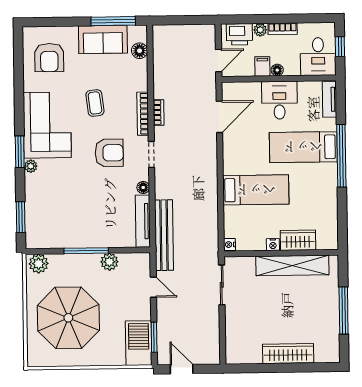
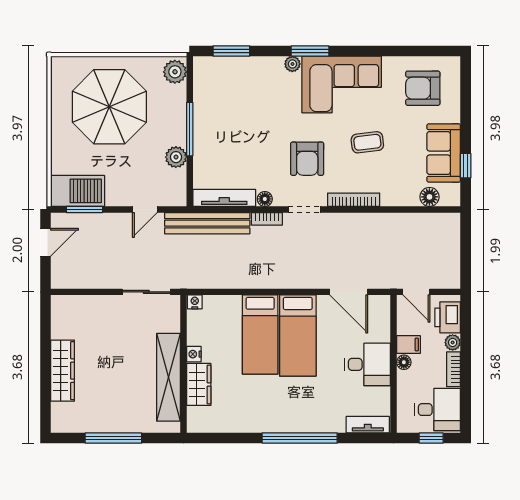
window: (113, 21) -> (466, 166), width x0.46
desk: (318, 57) -> (438, 410), moved, turned 180
bookcase: (159, 112) -> (267, 219), moved
bed: (303, 147) -> (298, 336), moved, turned 180

